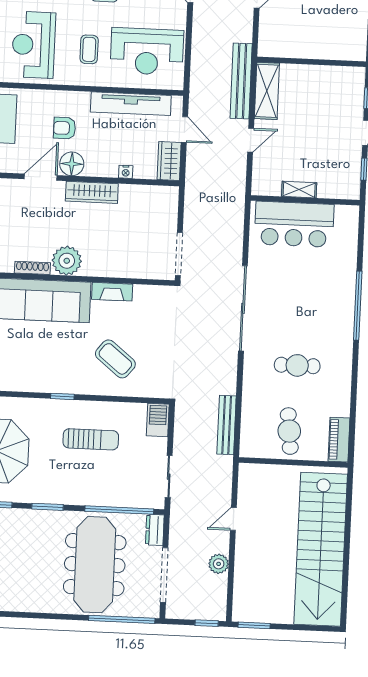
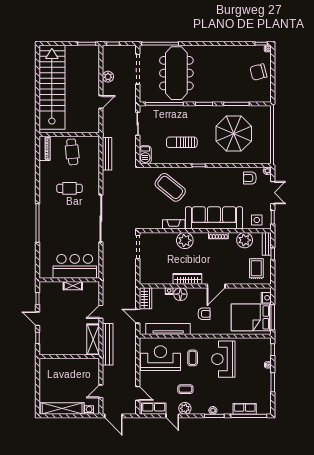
reception desk: (34, 45) -> (223, 359), turned 180
floor lamp: (72, 164) -> (180, 294), moved
plant: (67, 261) -> (185, 240), moved
coffee table: (115, 359) -> (170, 187), width x1.36, depth x1.32
dresser: (155, 530) -> (144, 94), removed

